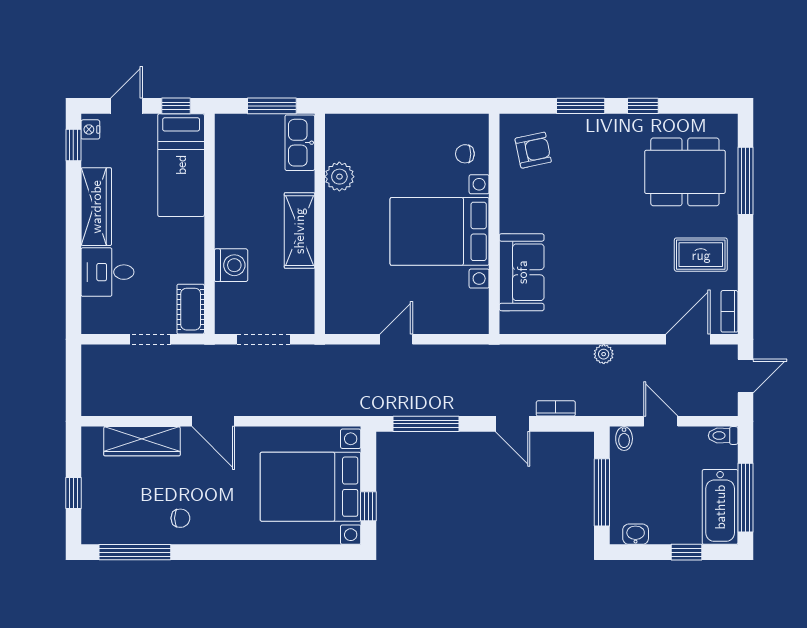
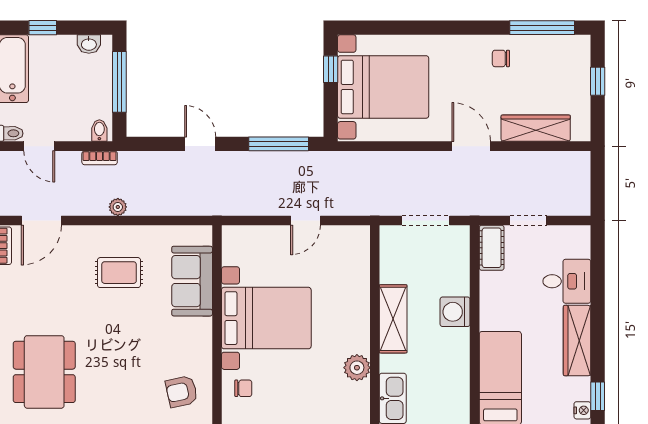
dining table: (685, 172) -> (44, 372), turned 90
rug: (701, 255) -> (119, 273), moved
washing machine: (231, 265) -> (455, 312), moved
bookcase: (556, 408) -> (100, 158), moved
door: (661, 421) -> (39, 146), moved

